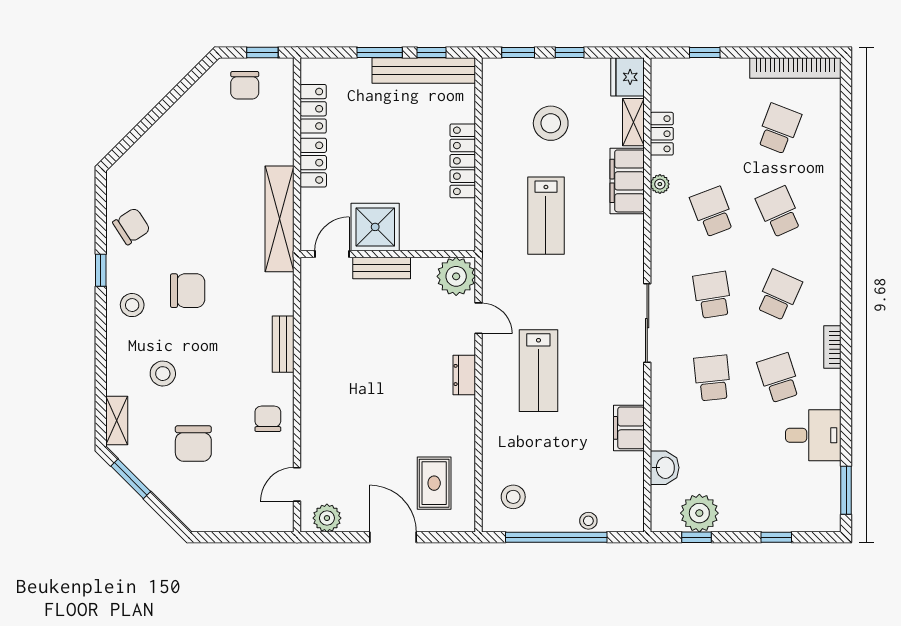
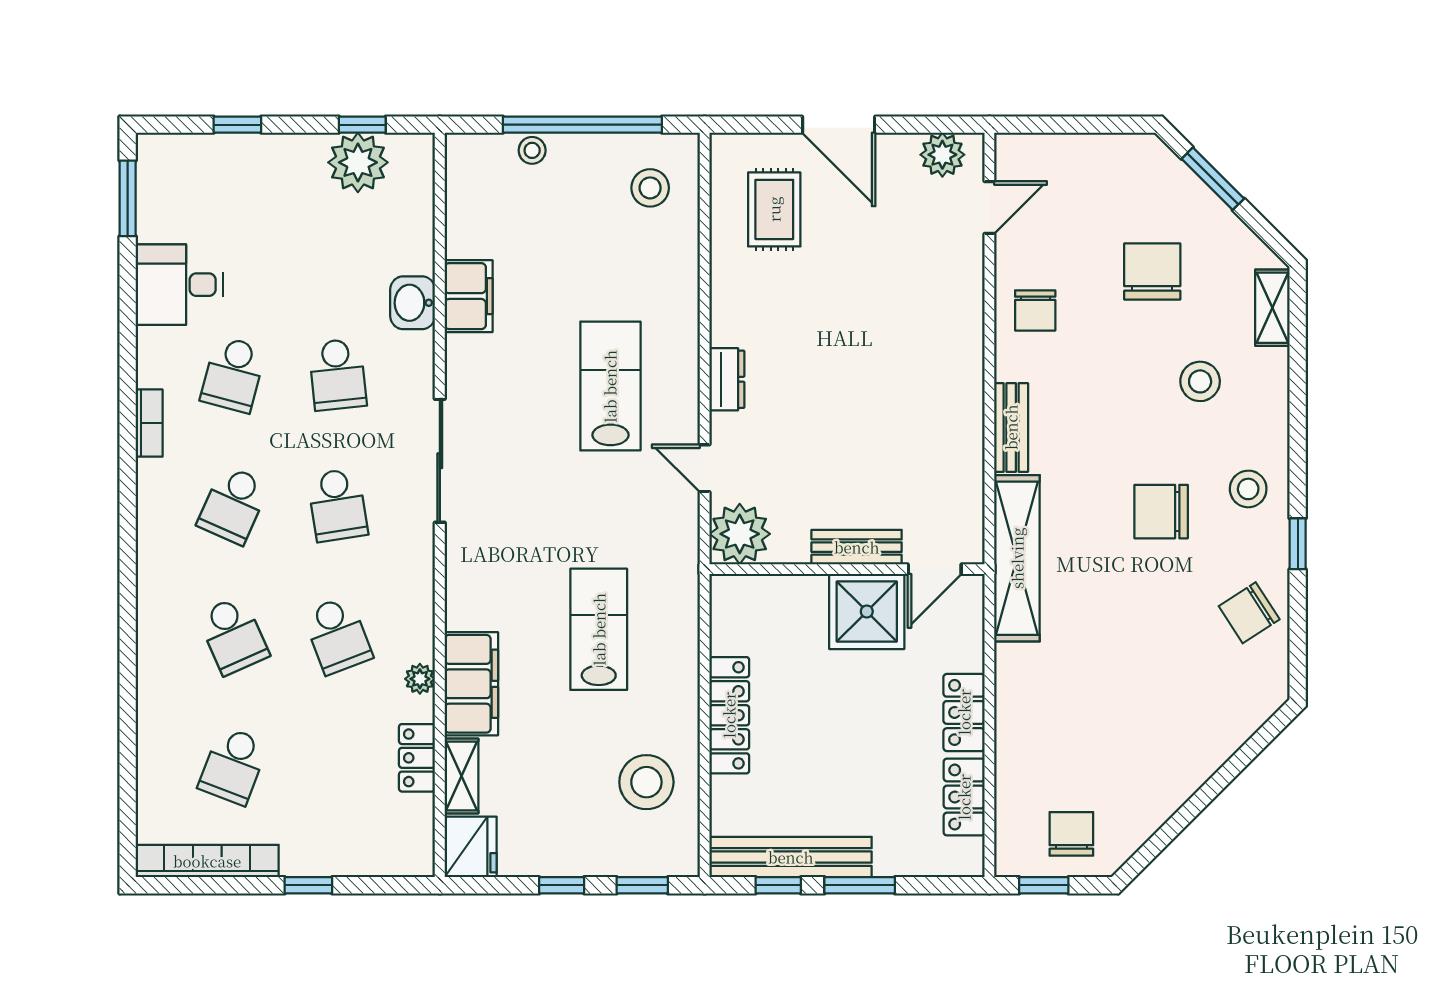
window: (705, 53) -> (308, 885), moved
stool: (551, 123) -> (646, 782), moved
shelving: (279, 219) -> (1017, 558), moved
school desk: (779, 378) -> (233, 375), turned 33
washbasin: (665, 468) -> (413, 303), moved
window: (131, 479) -> (1213, 179), moved

